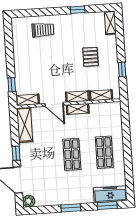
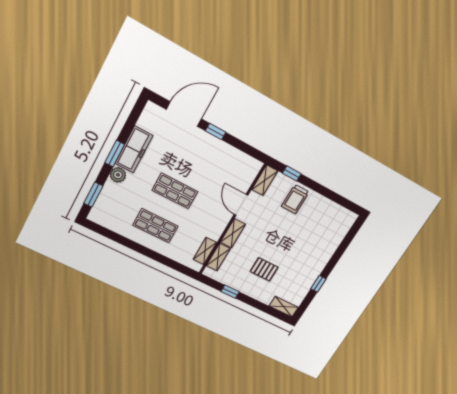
trolley: (43, 30) -> (295, 199), moved
door: (54, 104) -> (241, 205), hinge flipped
shelving: (78, 109) -> (205, 251), moved
shelving: (25, 125) -> (240, 161), removed
freezer: (110, 194) -> (134, 149), moved
plant: (29, 201) -> (118, 175), moved

